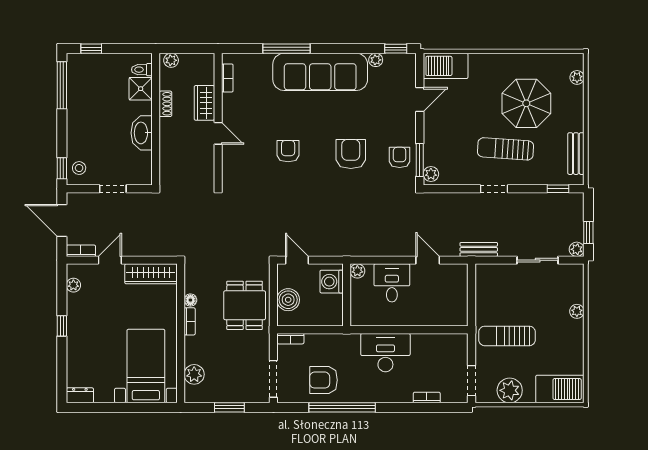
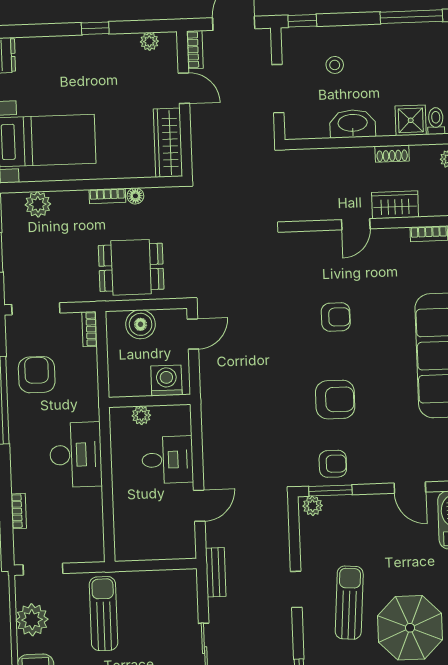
stool: (79, 168) -> (335, 65), moved
doorway: (113, 189) -> (278, 89), width x1.38
plant: (357, 271) -> (141, 415), moved

